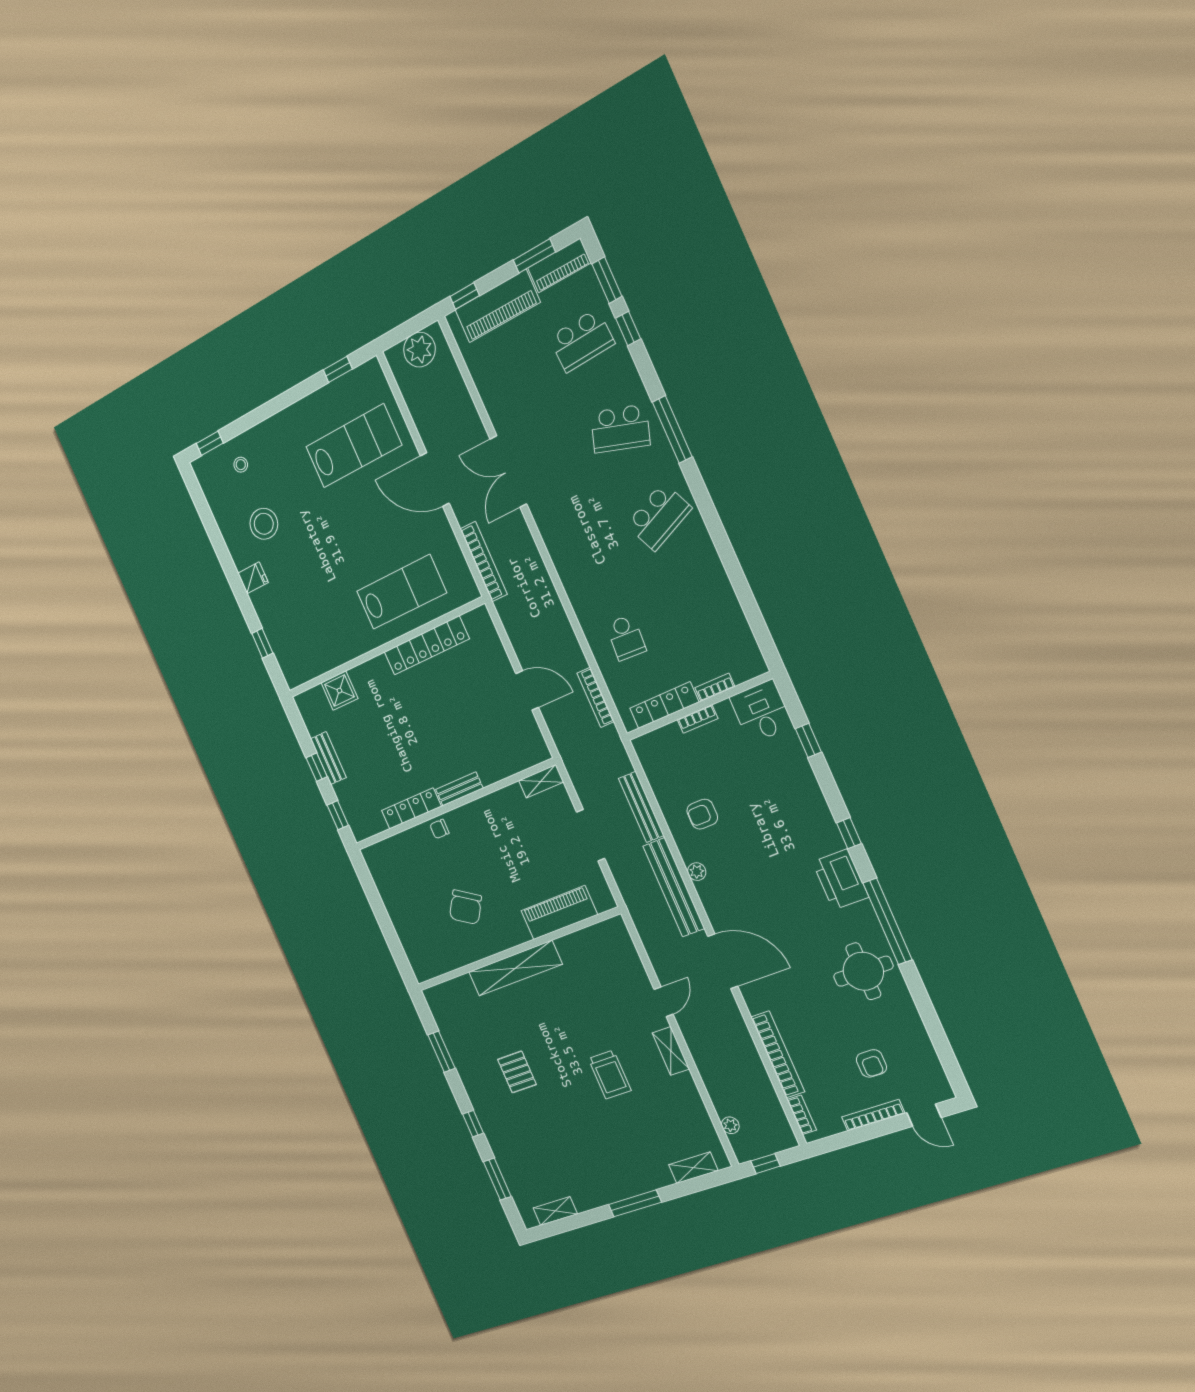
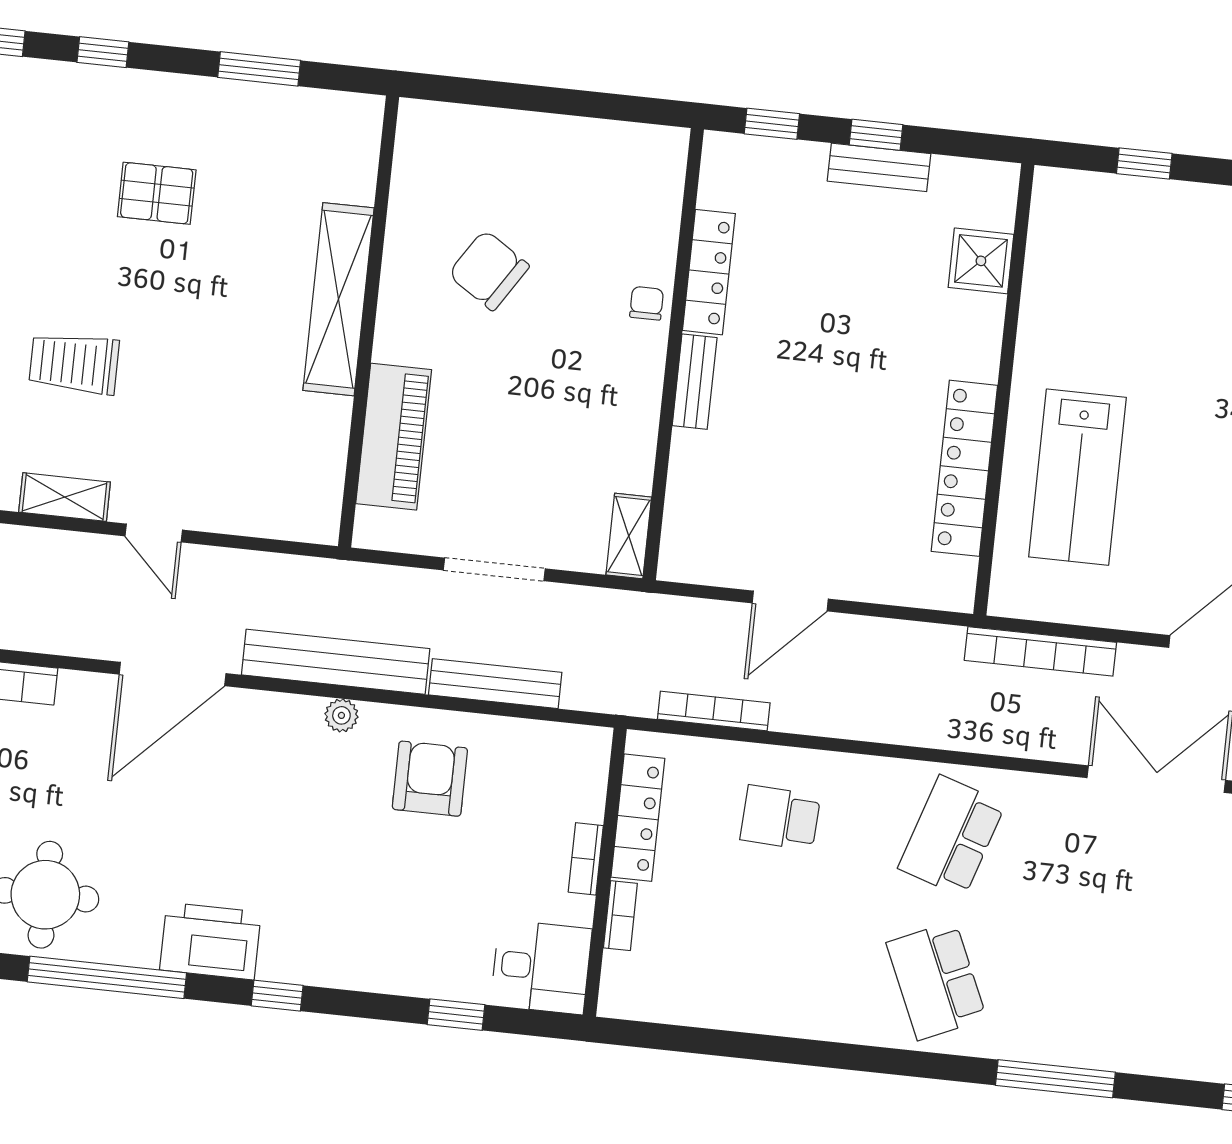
school desk: (620, 429) -> (952, 836), moved
armchair: (702, 814) -> (430, 779), width x1.38, depth x1.38

